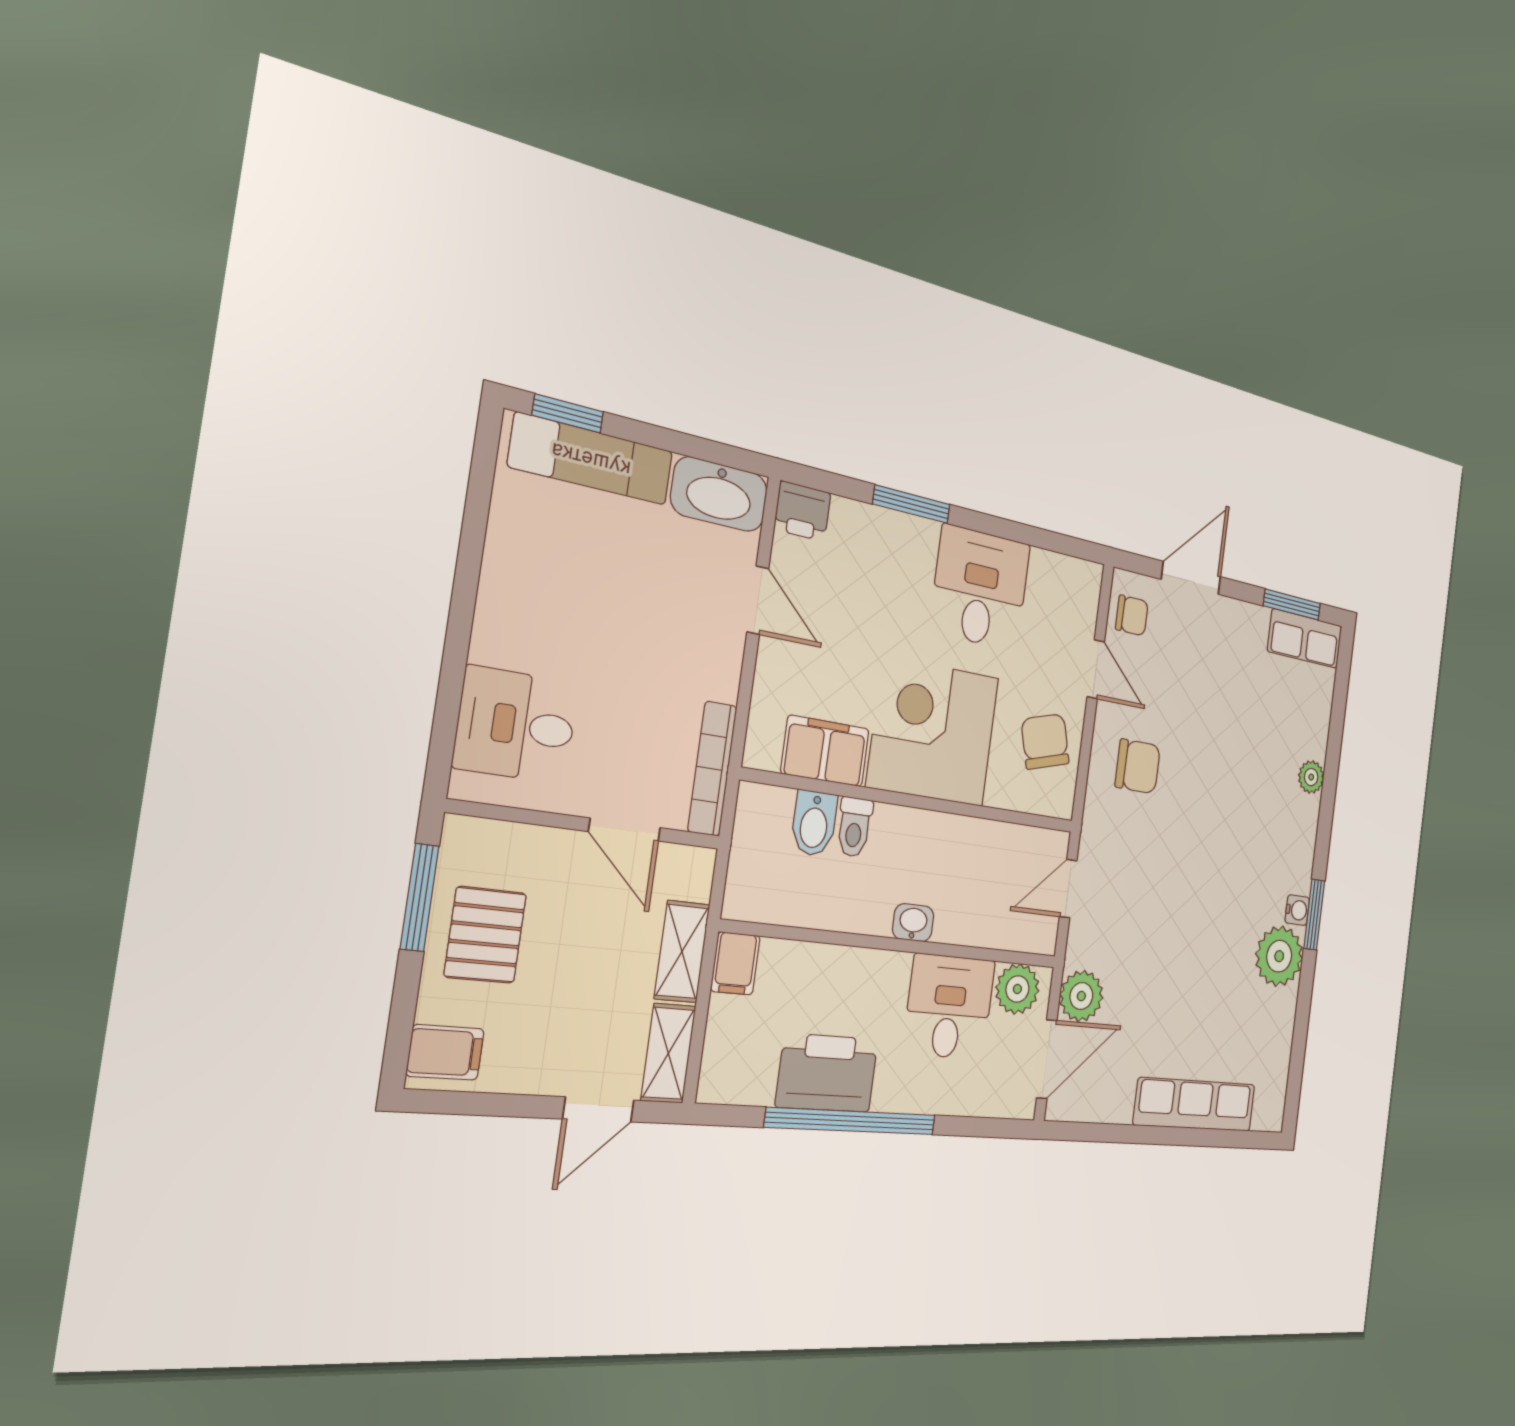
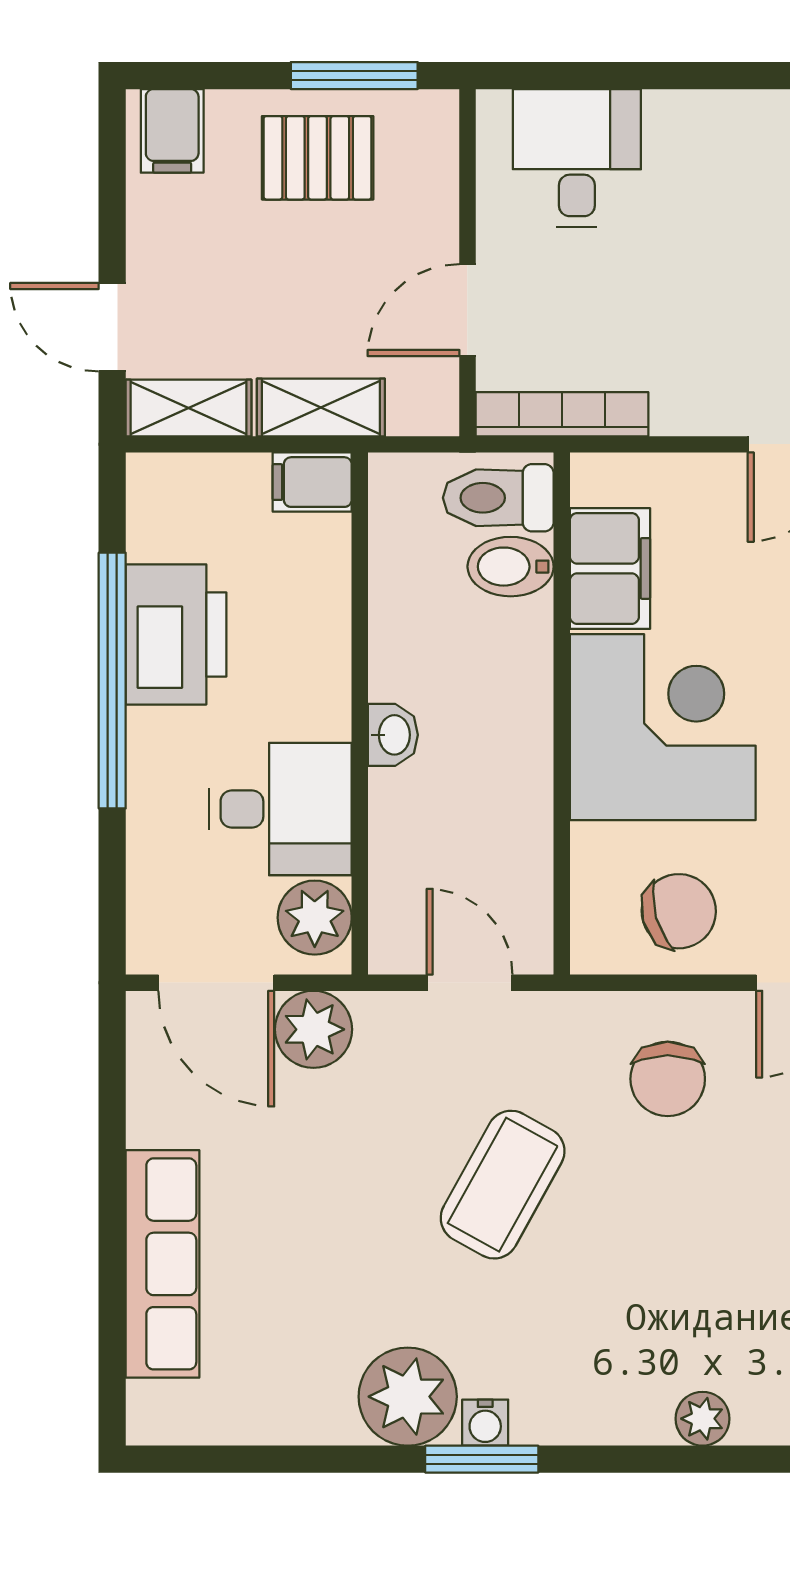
toilet: (854, 827) -> (498, 498), moved, width x1.37, depth x1.39
coffee table: (1180, 882) -> (503, 1185), added

